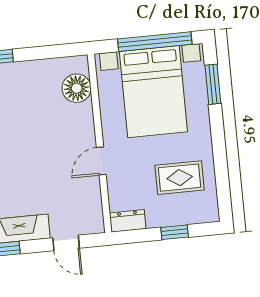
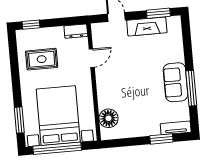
door: (101, 161) -> (92, 58), moved
window: (175, 232) -> (31, 25), moved

